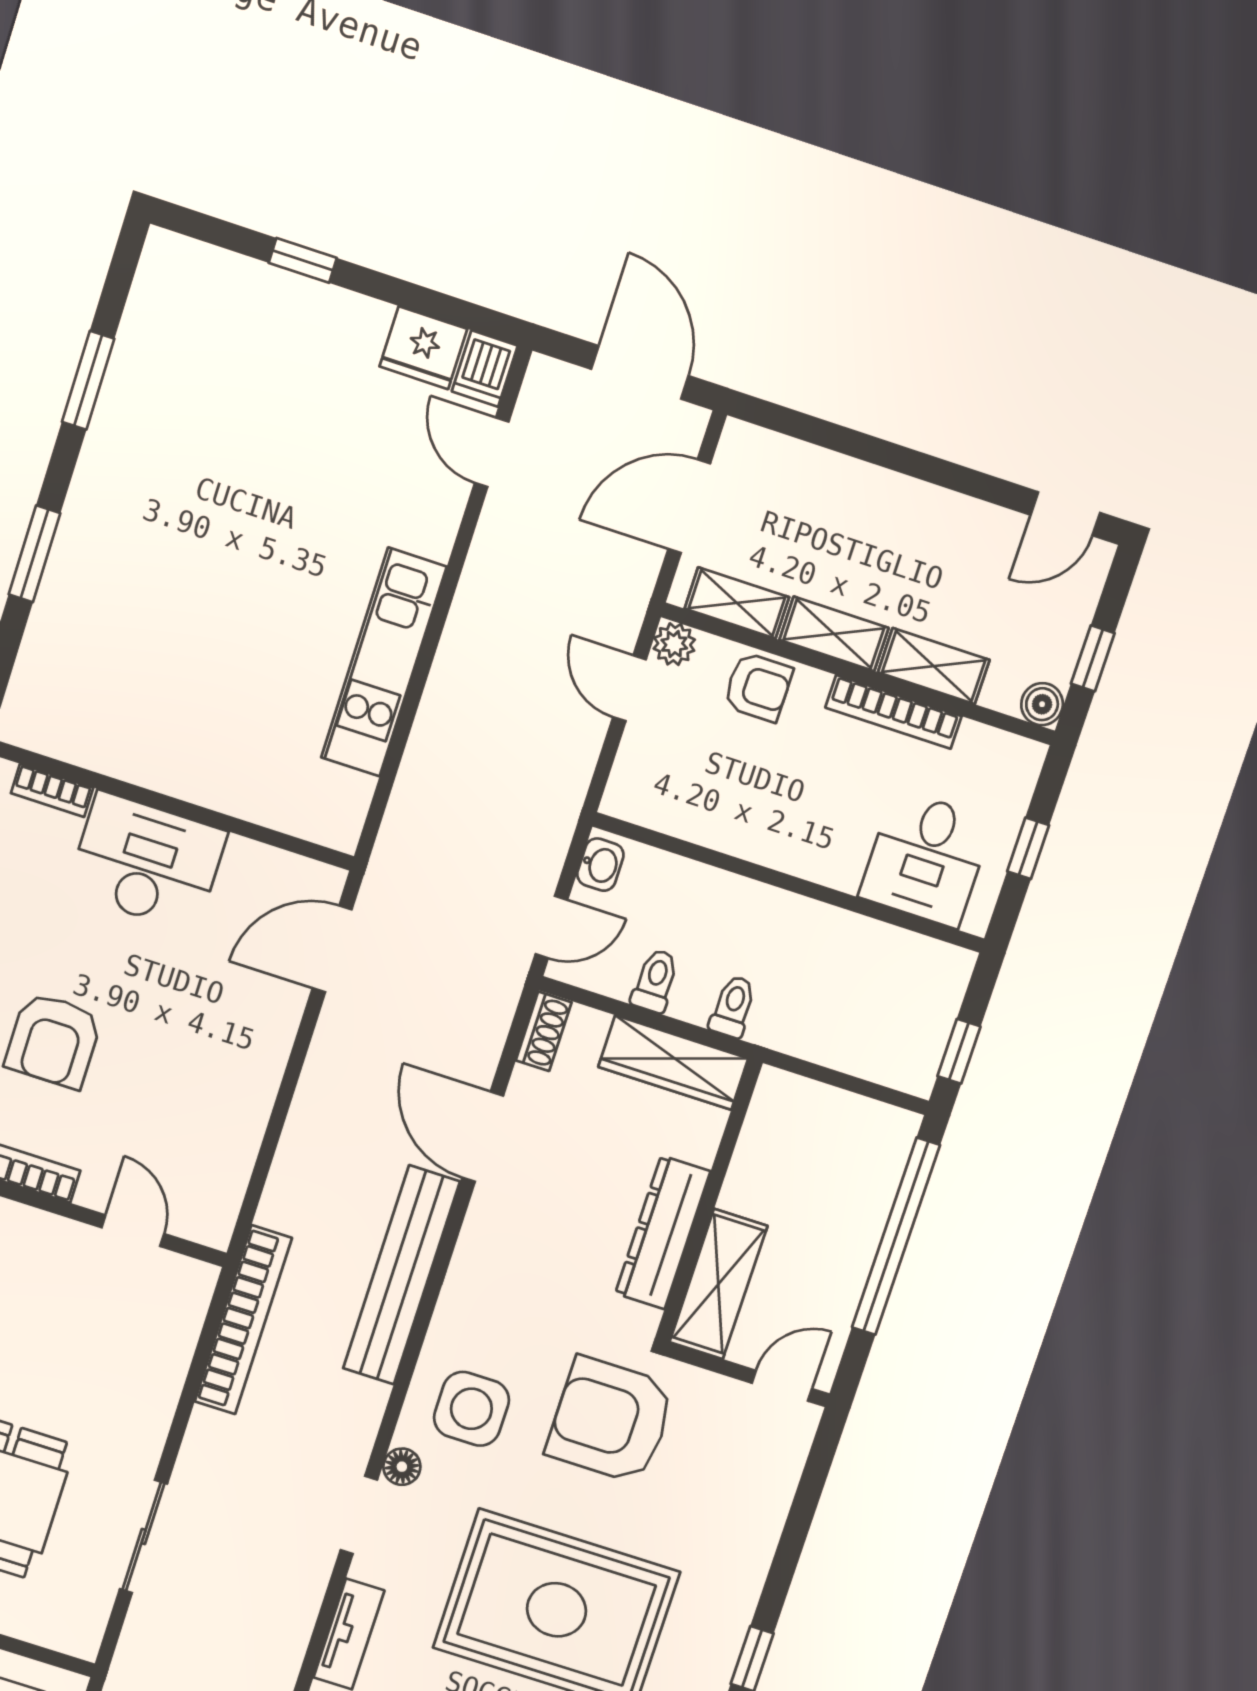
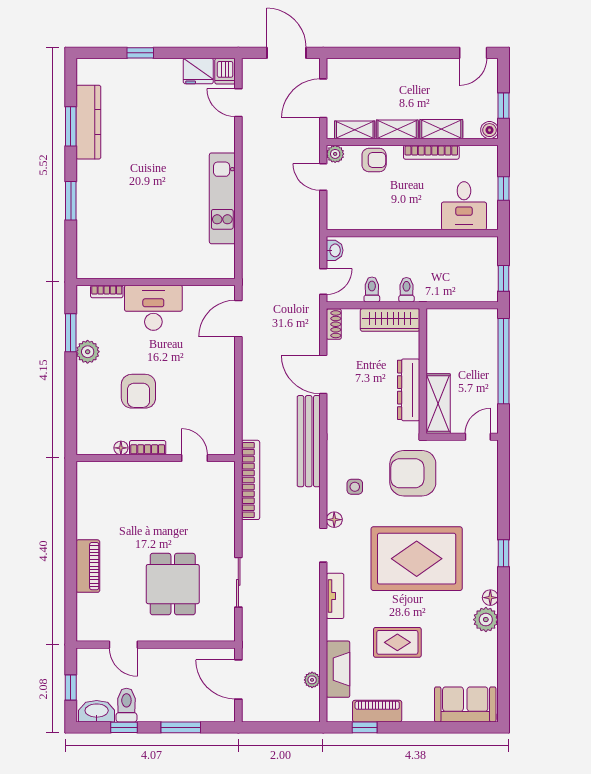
kitchen counter: (132, 384) -> (88, 122), added
side table: (471, 1409) -> (355, 487), width x0.54, depth x0.54

